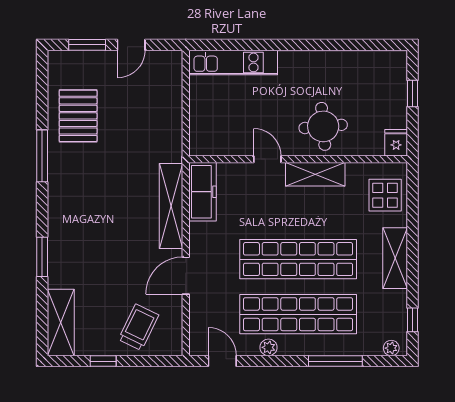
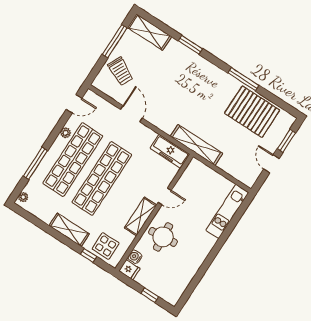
pallet: (78, 116) -> (252, 112), width x1.37, depth x1.41
water cooler: (374, 147) -> (135, 257), added
shelving: (171, 206) -> (196, 145), moved
window: (412, 320) -> (89, 255), moved
window: (103, 361) -> (115, 41), width x2.17

